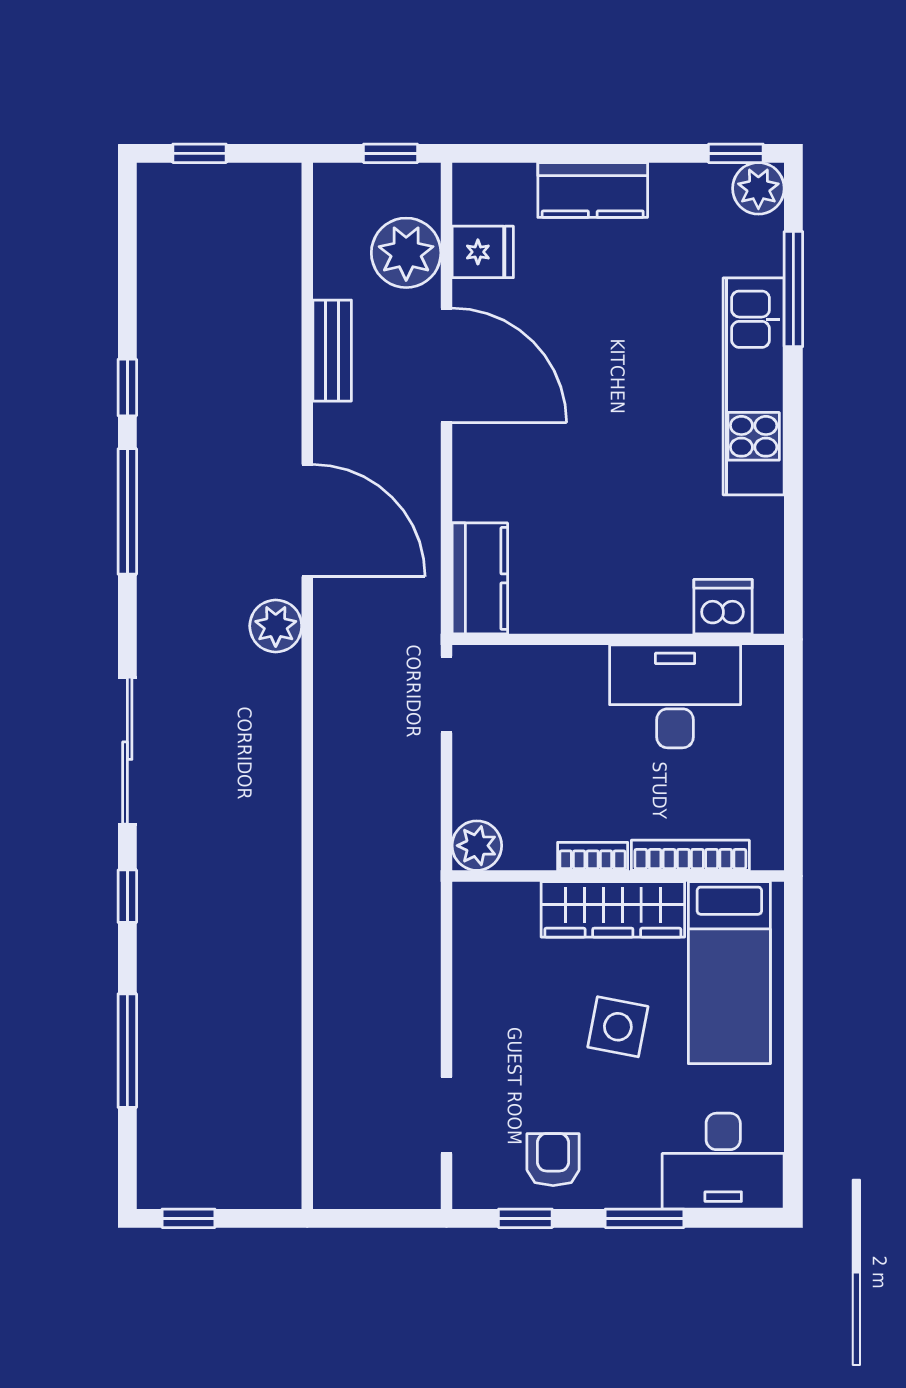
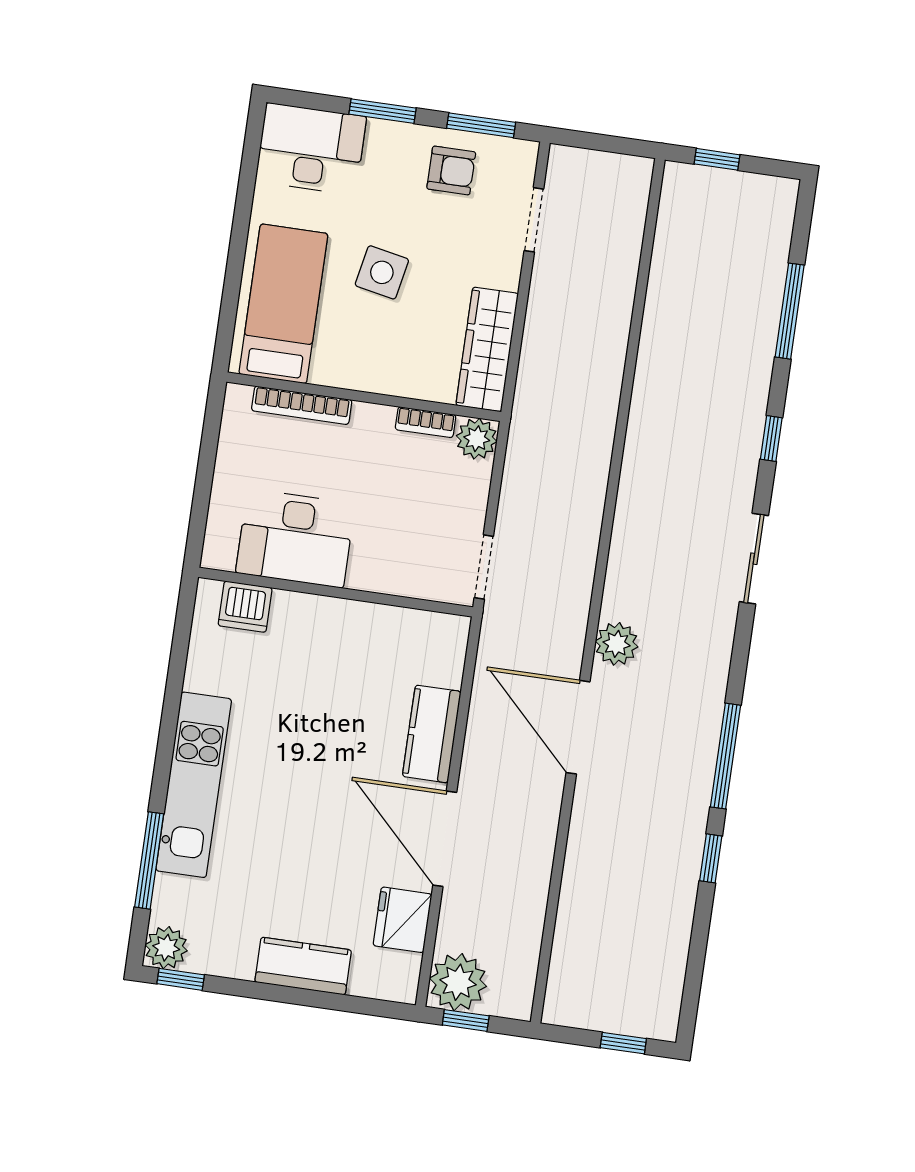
fridge: (483, 252) -> (402, 920), width x1.38
plant: (406, 253) -> (458, 982), moved
bench: (332, 351) -> (537, 865), removed
kitchen counter: (480, 578) -> (432, 734), moved
sliding door: (127, 751) -> (754, 559), width x0.73
bookcase: (593, 856) -> (426, 422), moved
wardrobe: (613, 909) -> (487, 349), moved, turned -90
armchair: (553, 1160) -> (451, 170), turned -90
window: (188, 1218) -> (717, 159), moved
window: (525, 1218) -> (481, 125), width x1.50

